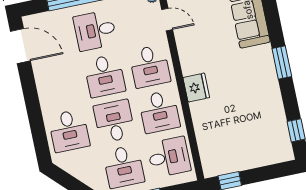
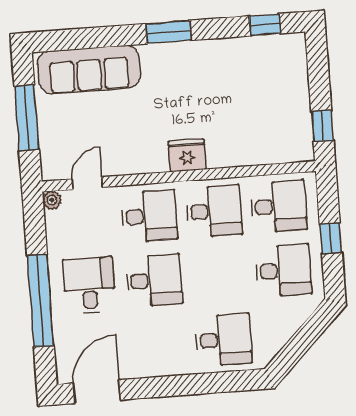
desk: (95, 30) -> (89, 285), turned 180
desk: (114, 121) -> (219, 275), removed
desk: (169, 157) -> (278, 206), turned 90

